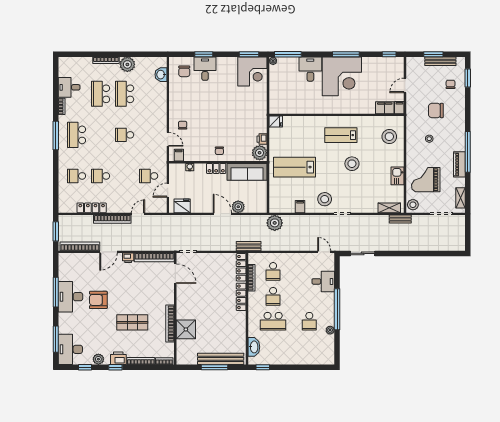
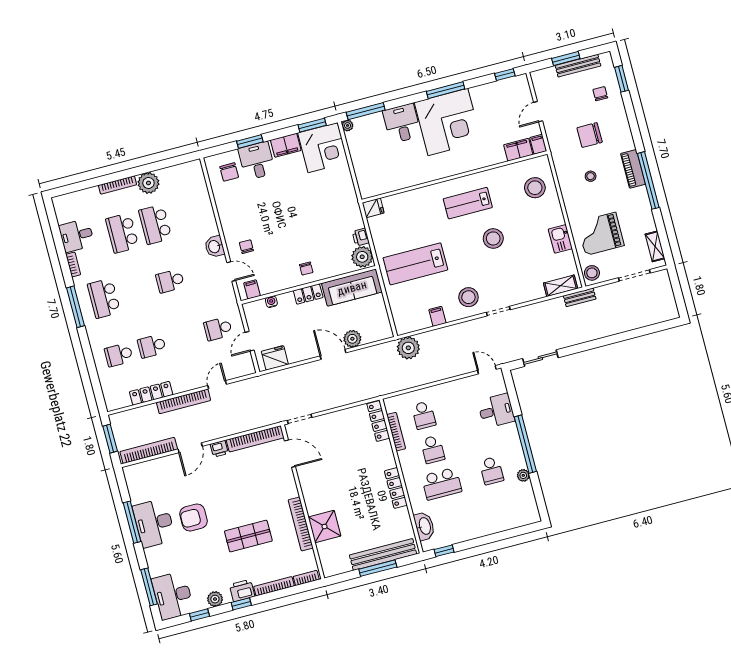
filing cabinet: (227, 63) -> (286, 145), added
washbasin: (161, 75) -> (215, 247), moved
piano: (459, 164) -> (633, 169), moved
bench: (249, 246) -> (381, 389), removed
locker: (241, 297) -> (396, 488), moved

